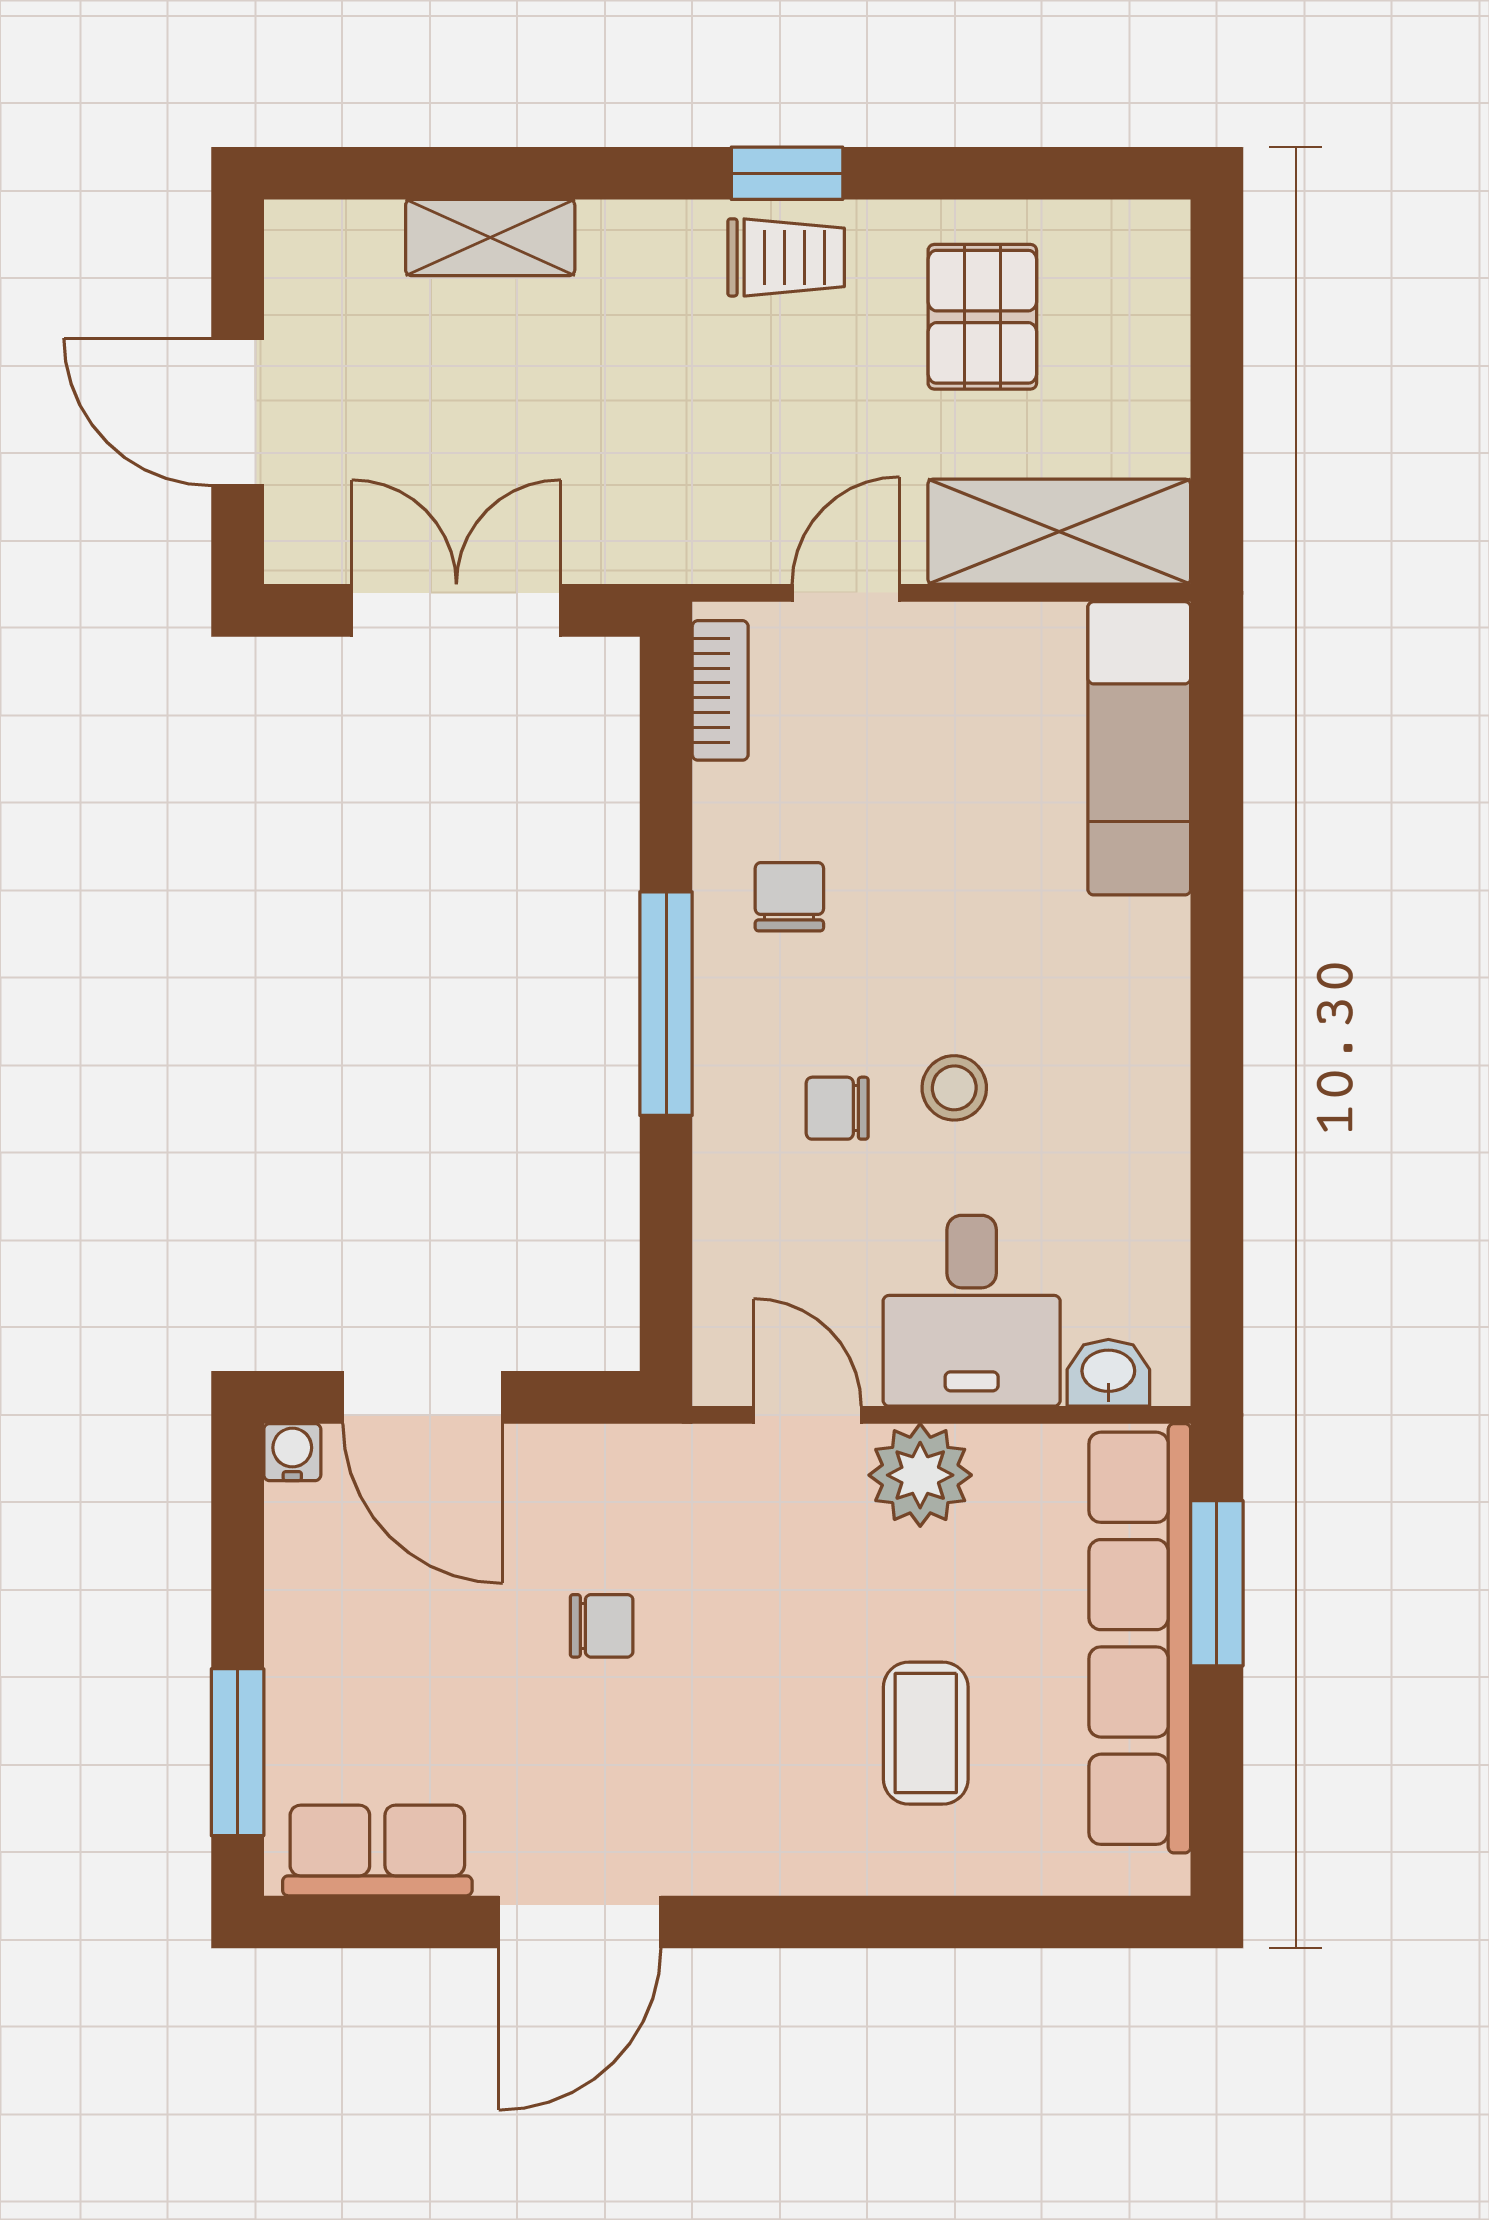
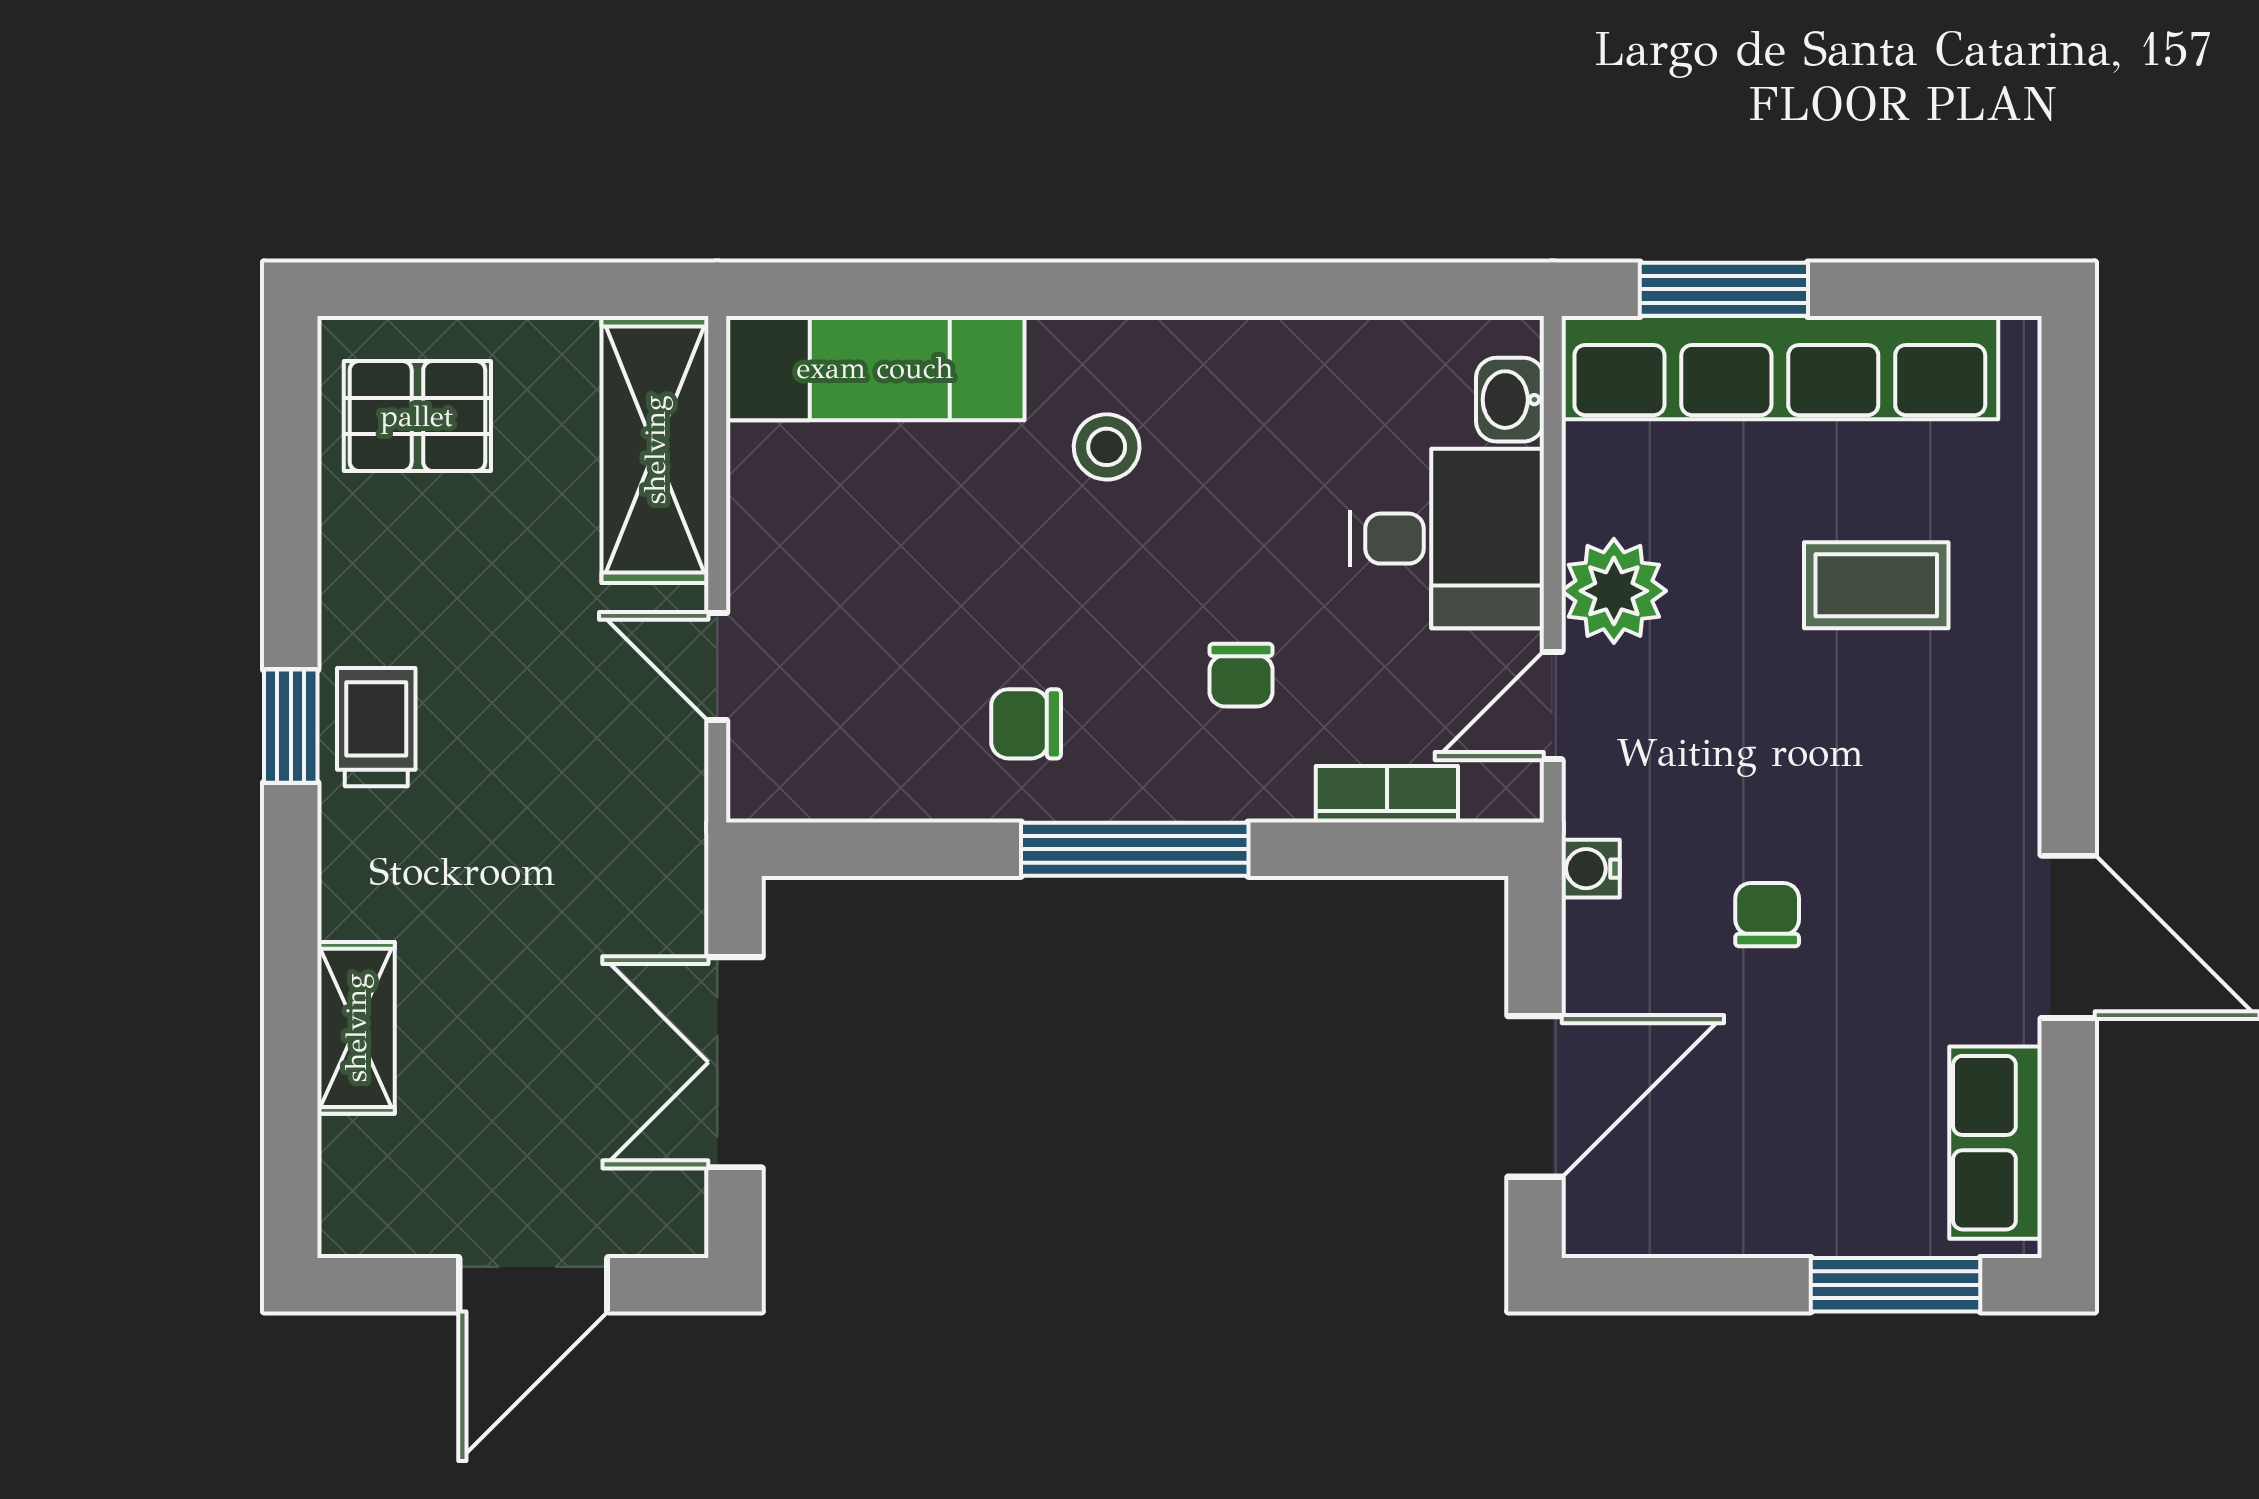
pallet: (982, 317) -> (417, 416), moved
bookcase: (720, 690) -> (1387, 794), moved
stool: (954, 1088) -> (1107, 447), moved
water cooler: (292, 1452) -> (1591, 869), moved

